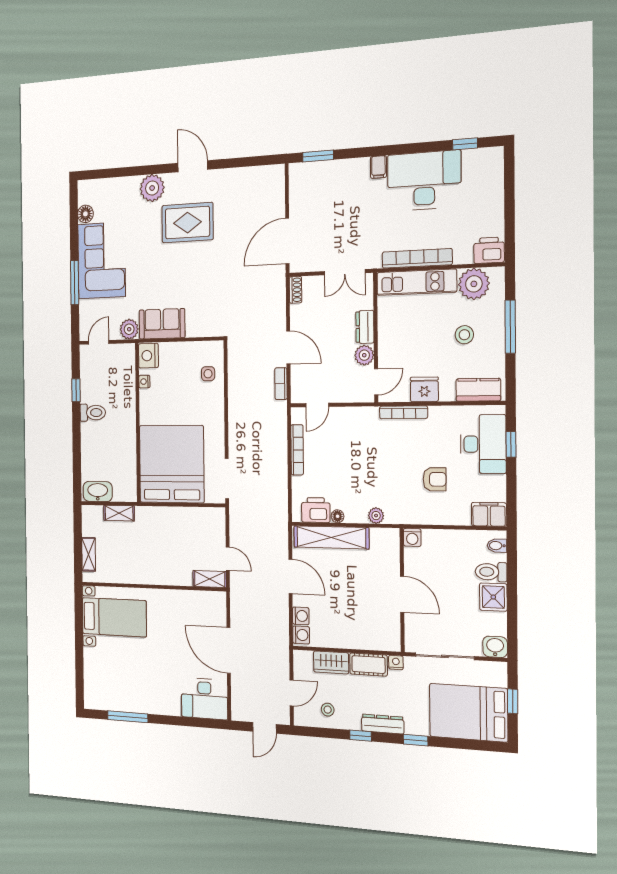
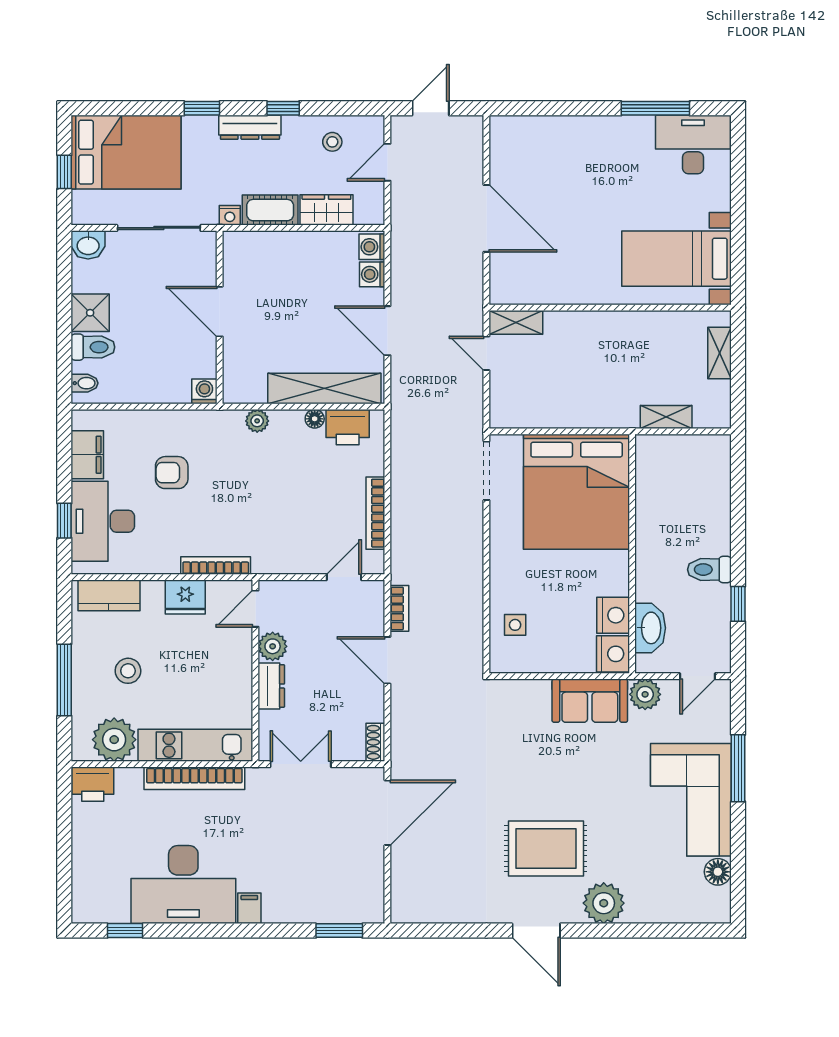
nightstand: (144, 382) -> (613, 615), width x1.89, depth x1.79
washbasin: (98, 491) -> (650, 628), moved, turned -90
filing cabinet: (489, 514) -> (87, 455), moved, turned -90
desk: (204, 699) -> (693, 145), moved

